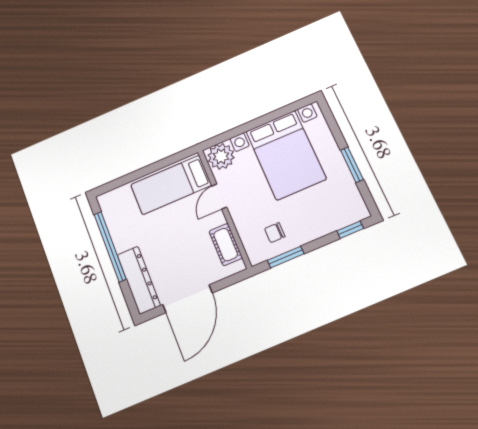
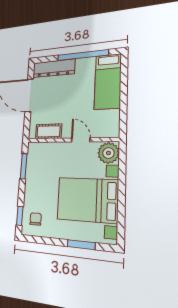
window: (352, 165) -> (81, 245), moved
bed: (171, 185) -> (108, 82), moved, turned 180
chair: (275, 233) -> (36, 219), moved

